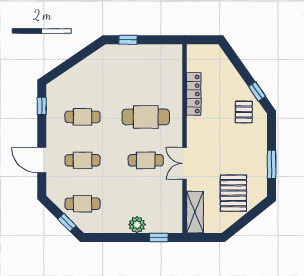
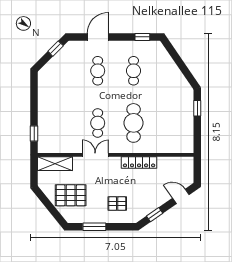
door: (235, 60) -> (181, 196), added
locker: (194, 94) -> (139, 162), moved
pallet: (244, 112) -> (117, 204), moved
cafe table: (83, 204) -> (62, 71), removed
window: (67, 223) -> (56, 49), moved
plant: (137, 225) -> (45, 116), removed

